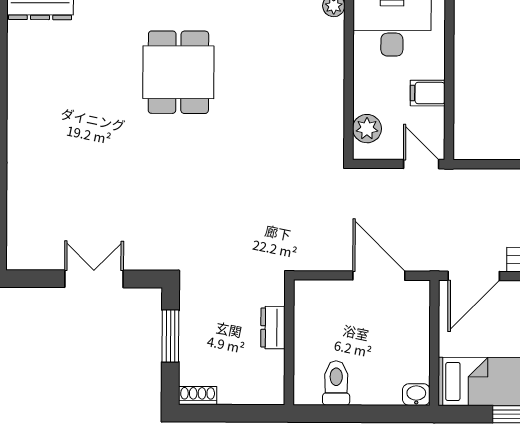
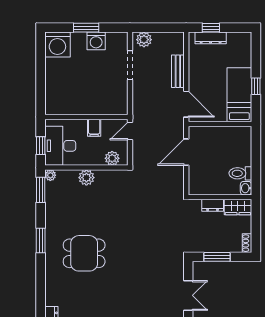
plant: (329, 77) -> (86, 178), added
double door: (94, 279) -> (188, 295), swing flipped
wardrobe: (269, 378) -> (238, 207), added
washbasin: (416, 395) -> (246, 188), moved

